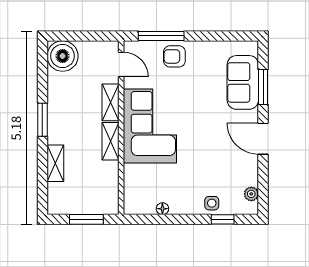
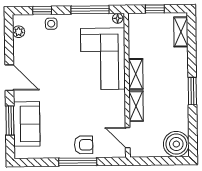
window: (161, 36) -> (78, 162), moved
corner sofa: (150, 126) -> (103, 59), moved
shelving: (55, 163) -> (181, 32), moved
floor lamp: (162, 209) -> (118, 18), moved
window: (86, 219) -> (155, 9), width x0.67
window: (165, 219) -> (90, 10), added

